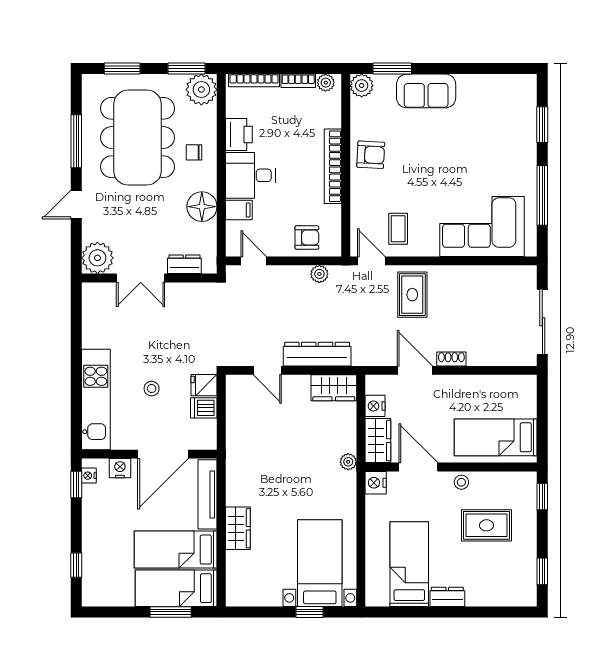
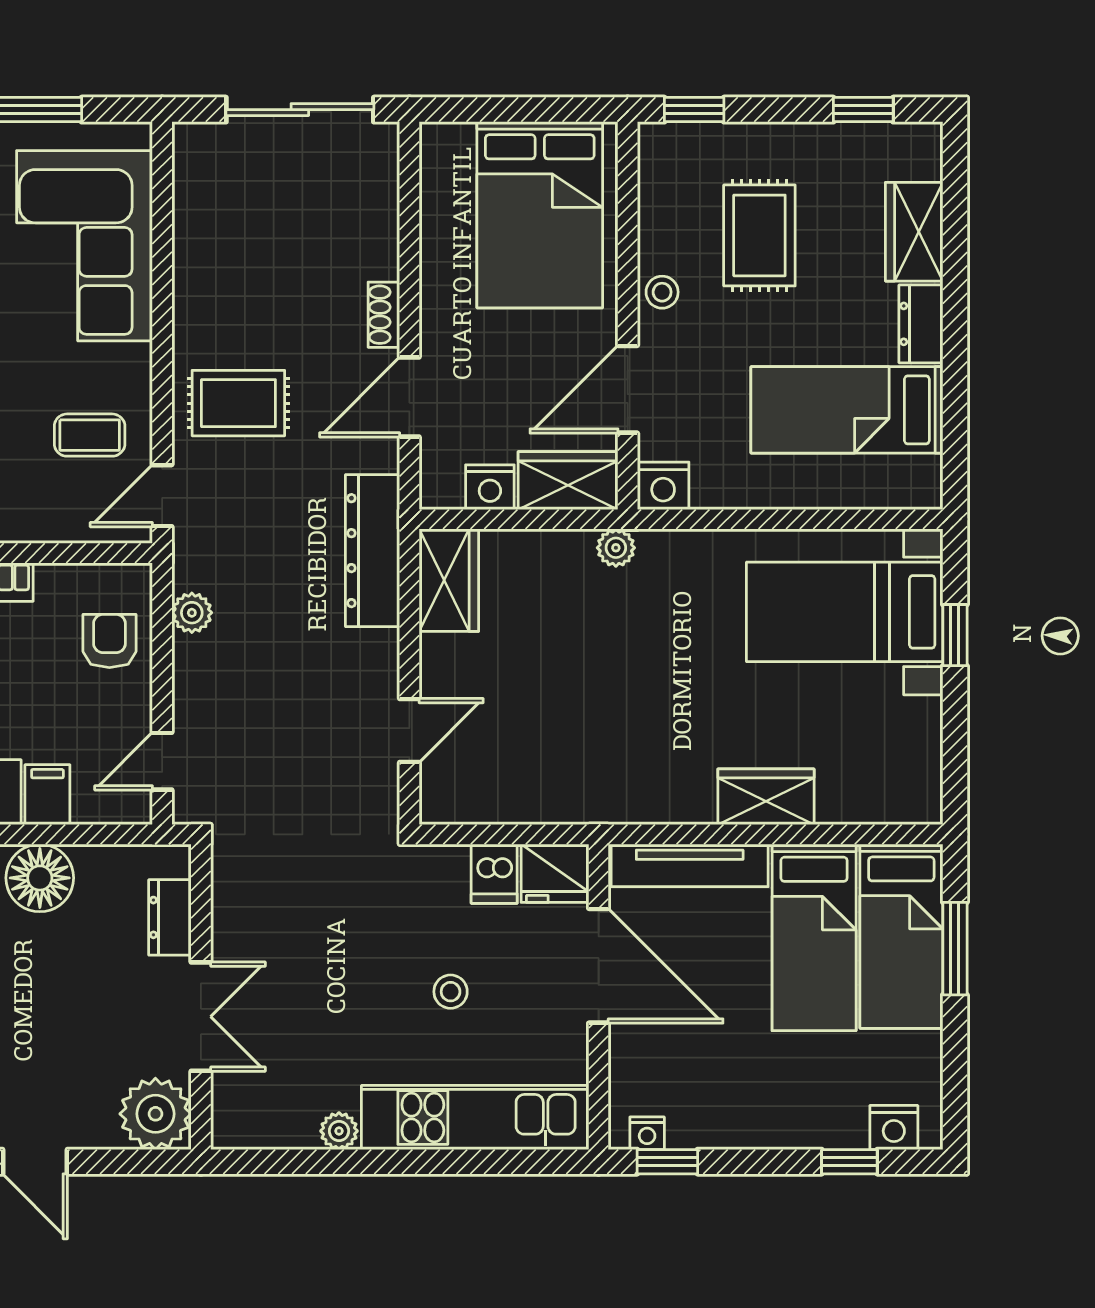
plant: (90, 339) -> (339, 1131), added
dresser: (317, 354) -> (373, 551), moved
fridge: (204, 385) -> (555, 873), moved, width x1.38
bed: (496, 437) -> (540, 215), width x1.50
nightstand: (120, 468) -> (894, 1128), moved, turned -90
wardrobe: (488, 594) -> (914, 232), added

